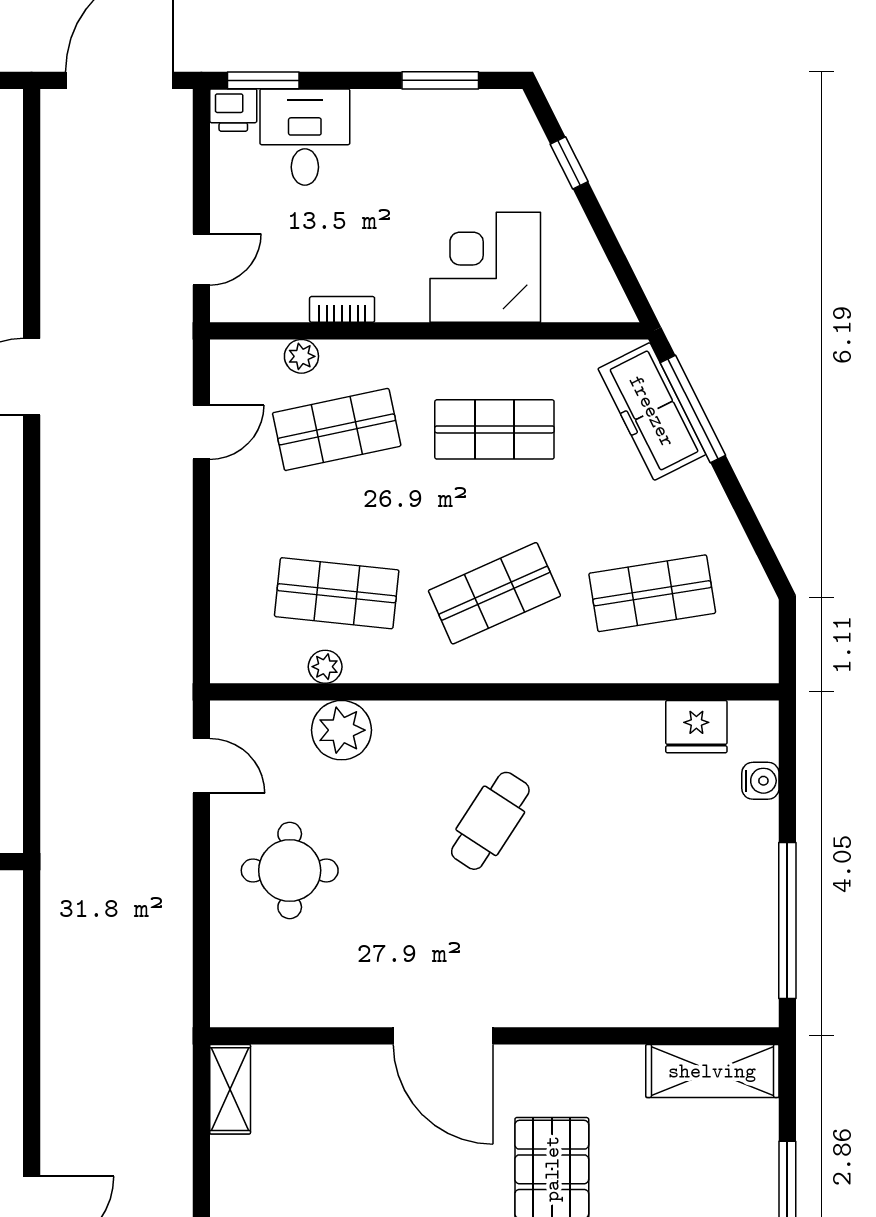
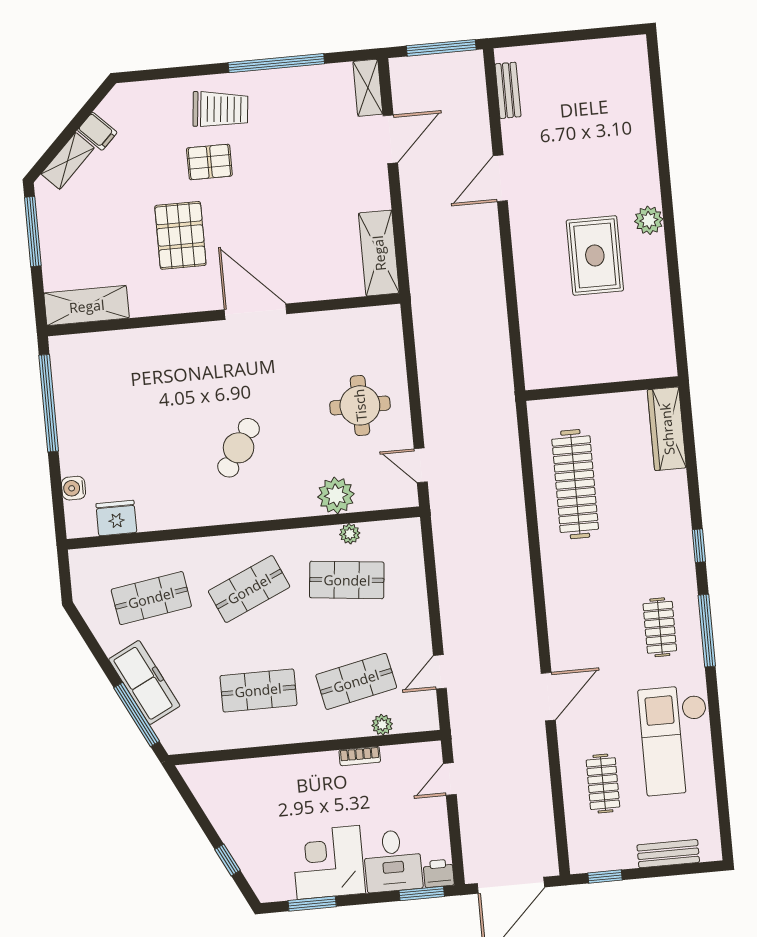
corner desk: (485, 267) -> (328, 862), moved, turned 180
freezer: (652, 411) -> (144, 682), moved
shelving: (230, 1089) -> (379, 253), width x1.50, depth x1.33

